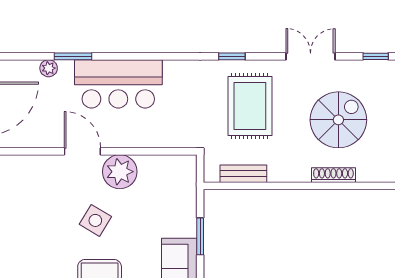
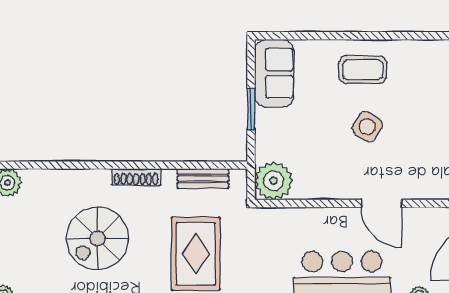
plant: (120, 172) -> (274, 181), moved
shoe rack: (333, 175) -> (136, 177), moved

